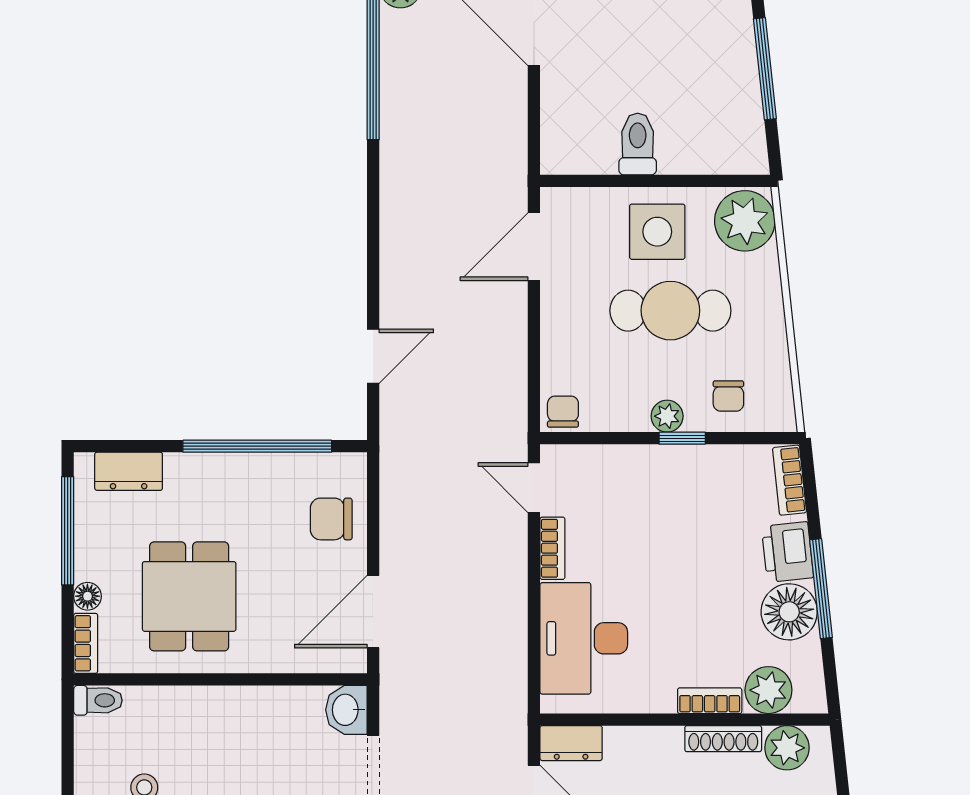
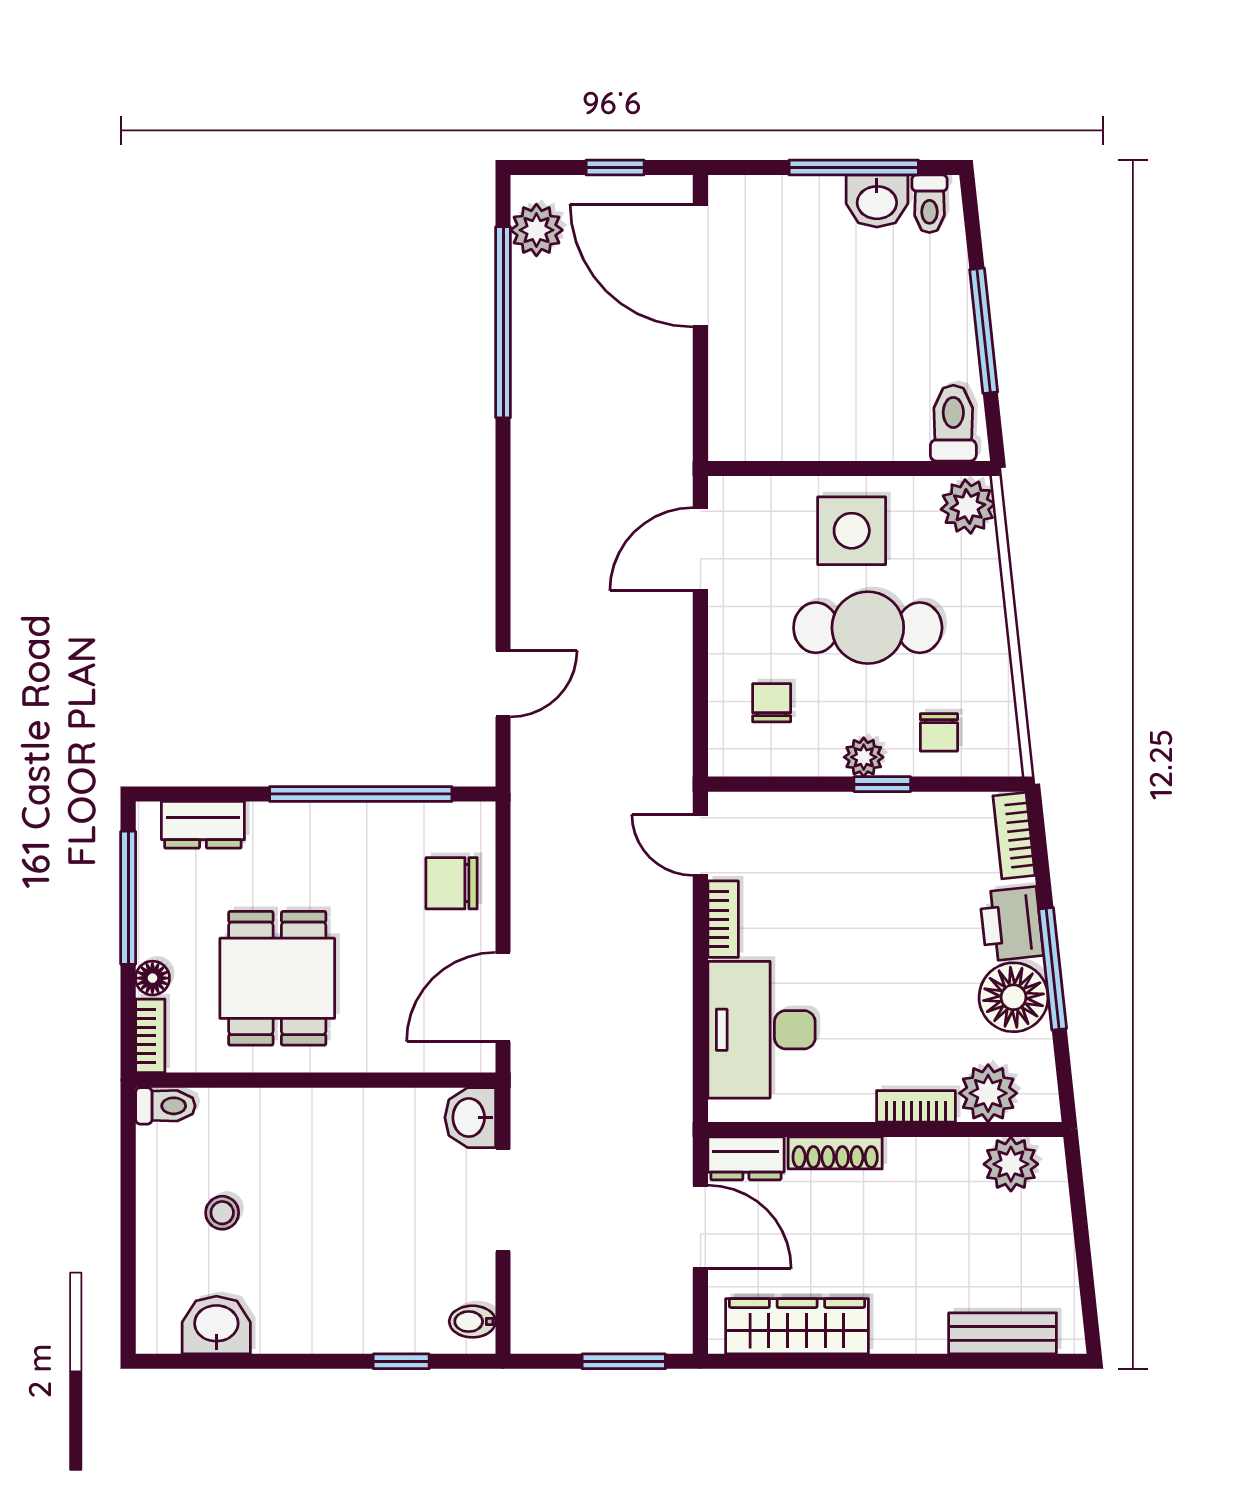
toilet: (638, 144) -> (953, 423), moved
plant: (745, 221) -> (968, 507), width x0.73, depth x0.73
chair: (563, 412) -> (772, 703), moved
shoe rack: (723, 739) -> (835, 1153), moved

